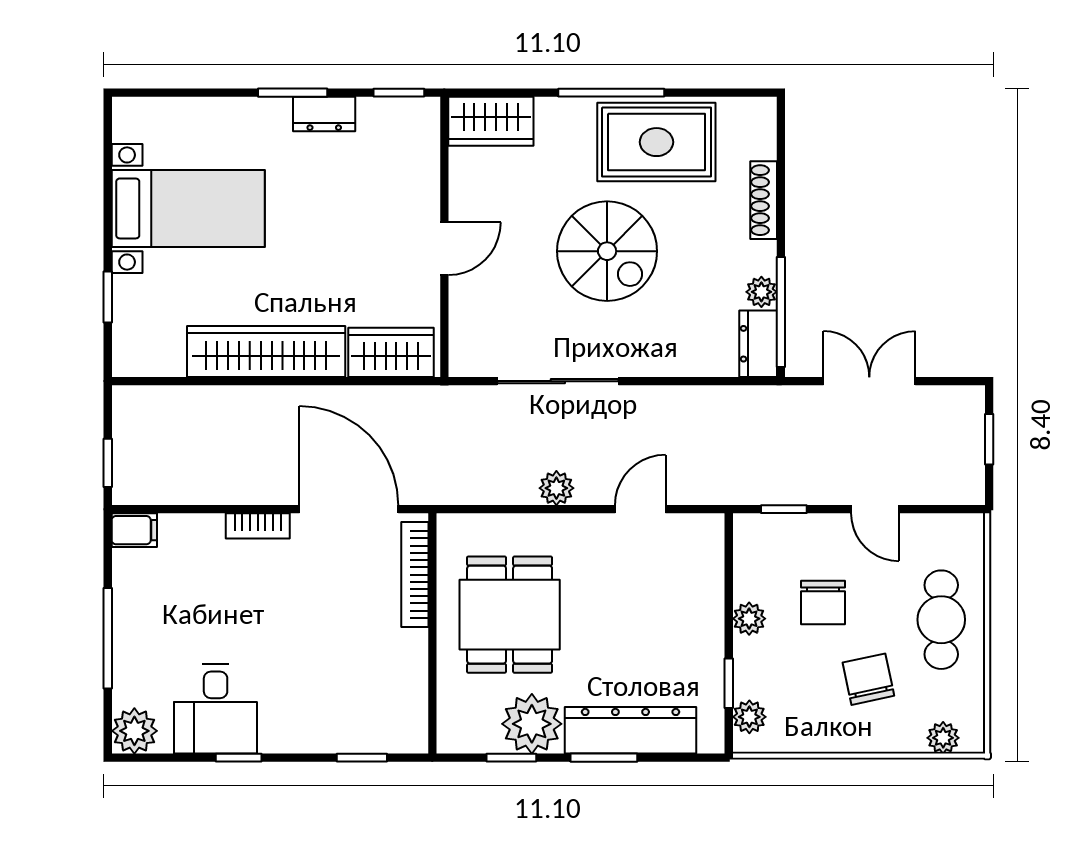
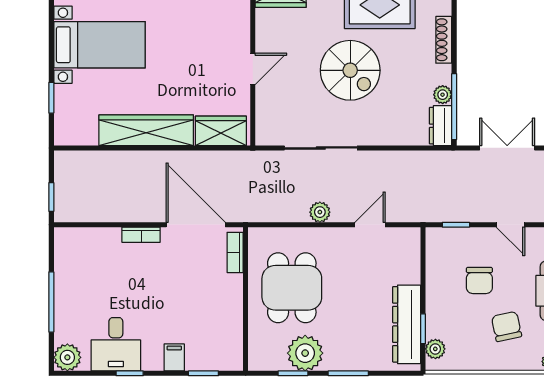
filing cabinet: (134, 530) -> (174, 357), moved, turned -90
bookcase: (415, 575) -> (235, 252), width x0.64
plant: (749, 619) -> (435, 290), removed
dresser: (630, 730) -> (407, 324), moved, turned -90

